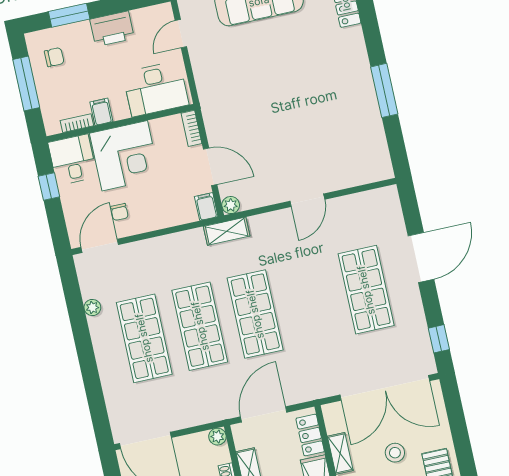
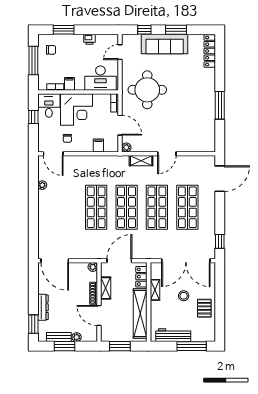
printer: (112, 29) -> (89, 39), width x0.53, depth x0.68
round table: (246, 91) -> (147, 90), added
filing cabinet: (206, 207) -> (98, 145), moved
shelving: (227, 231) -> (141, 161), moved
door: (100, 246) -> (53, 154), swing flipped
door: (421, 257) -> (220, 179), moved
shop shelf: (144, 338) -> (157, 207), moved

